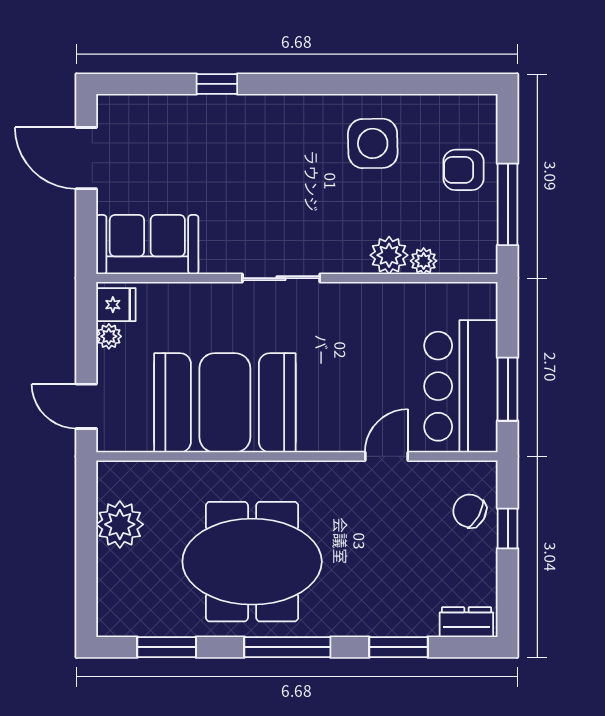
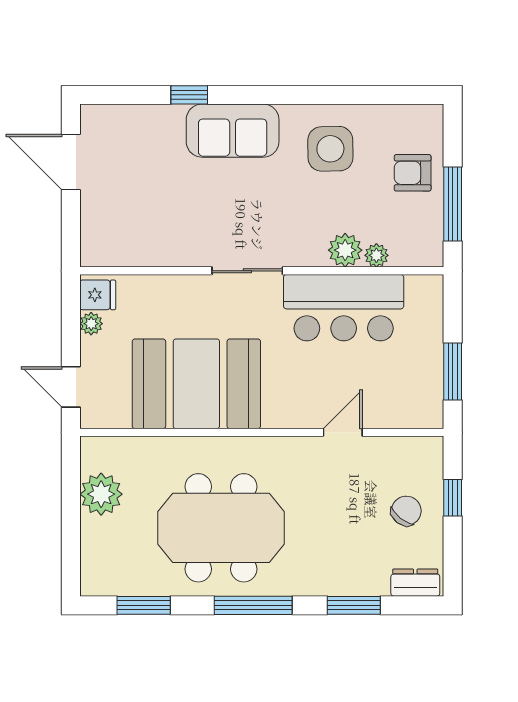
sofa: (147, 245) -> (233, 131), moved, turned 180
bar counter: (461, 386) -> (344, 308), moved, turned -90
chair: (470, 511) -> (406, 511), moved, turned 99

